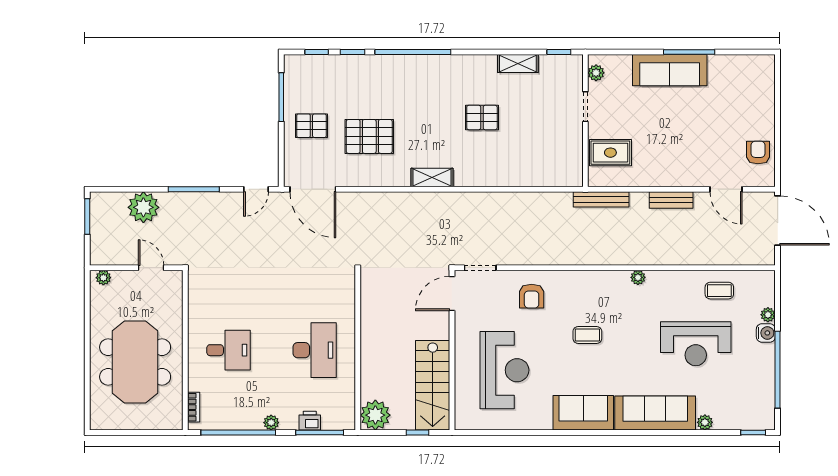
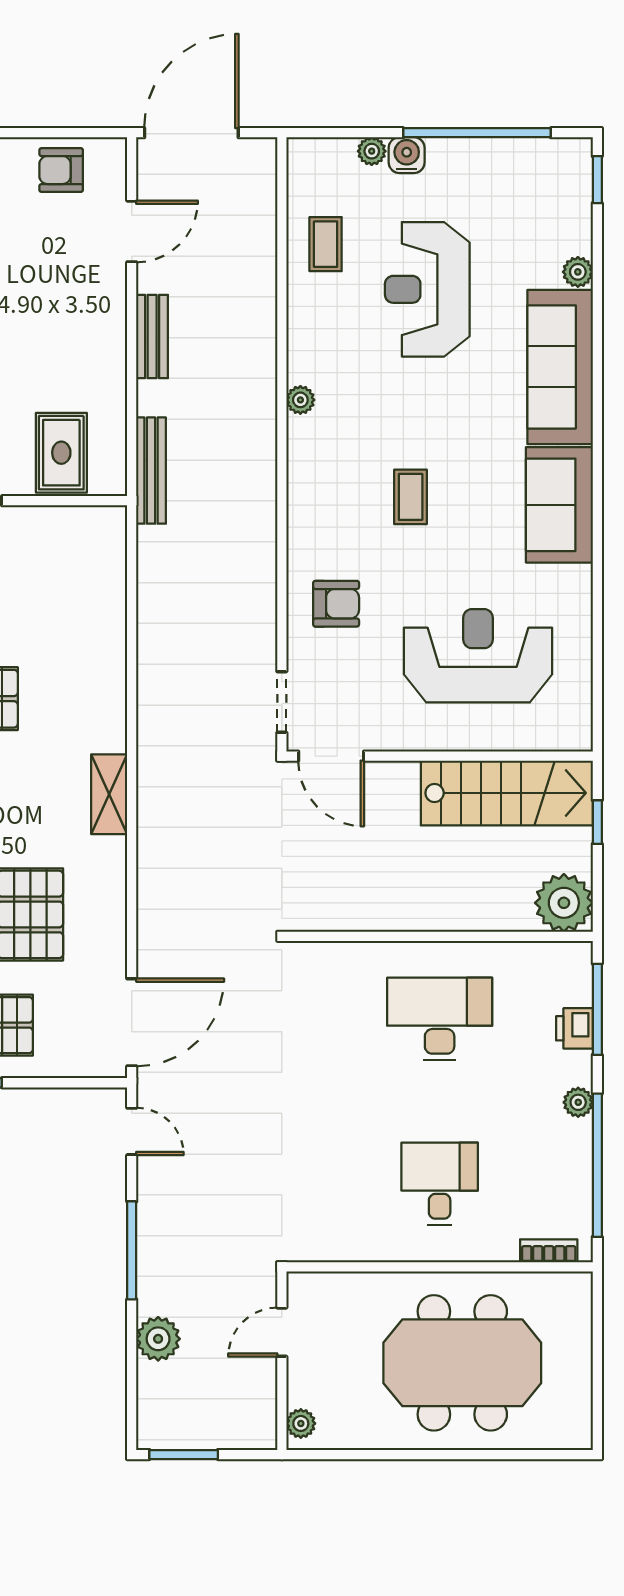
plant: (143, 207) -> (158, 1339), width x0.73, depth x0.73
reception desk: (696, 344) -> (427, 289), turned 180

